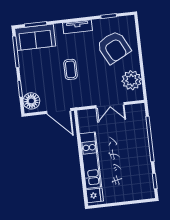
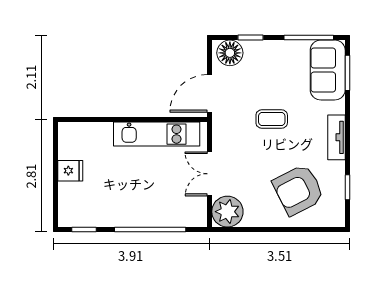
plant: (132, 80) -> (227, 212), moved
kitchen unit: (91, 160) -> (157, 134), moved
fridge: (95, 195) -> (70, 171), moved, turned -90

